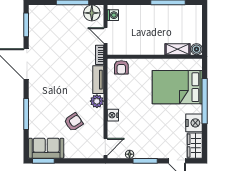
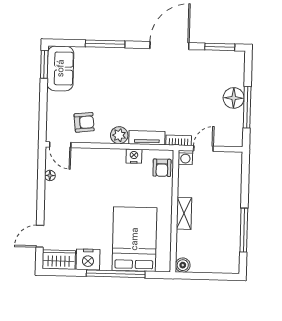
floor lamp: (92, 13) -> (234, 98), moved
washing machine: (113, 15) -> (185, 157), moved
shelving: (178, 49) -> (184, 213), moved
armchair: (121, 67) -> (162, 168), turned -90
nightstand: (113, 115) -> (134, 156), moved
armchair: (74, 122) -> (84, 122), moved, turned -62
window: (145, 161) -> (41, 195), removed

